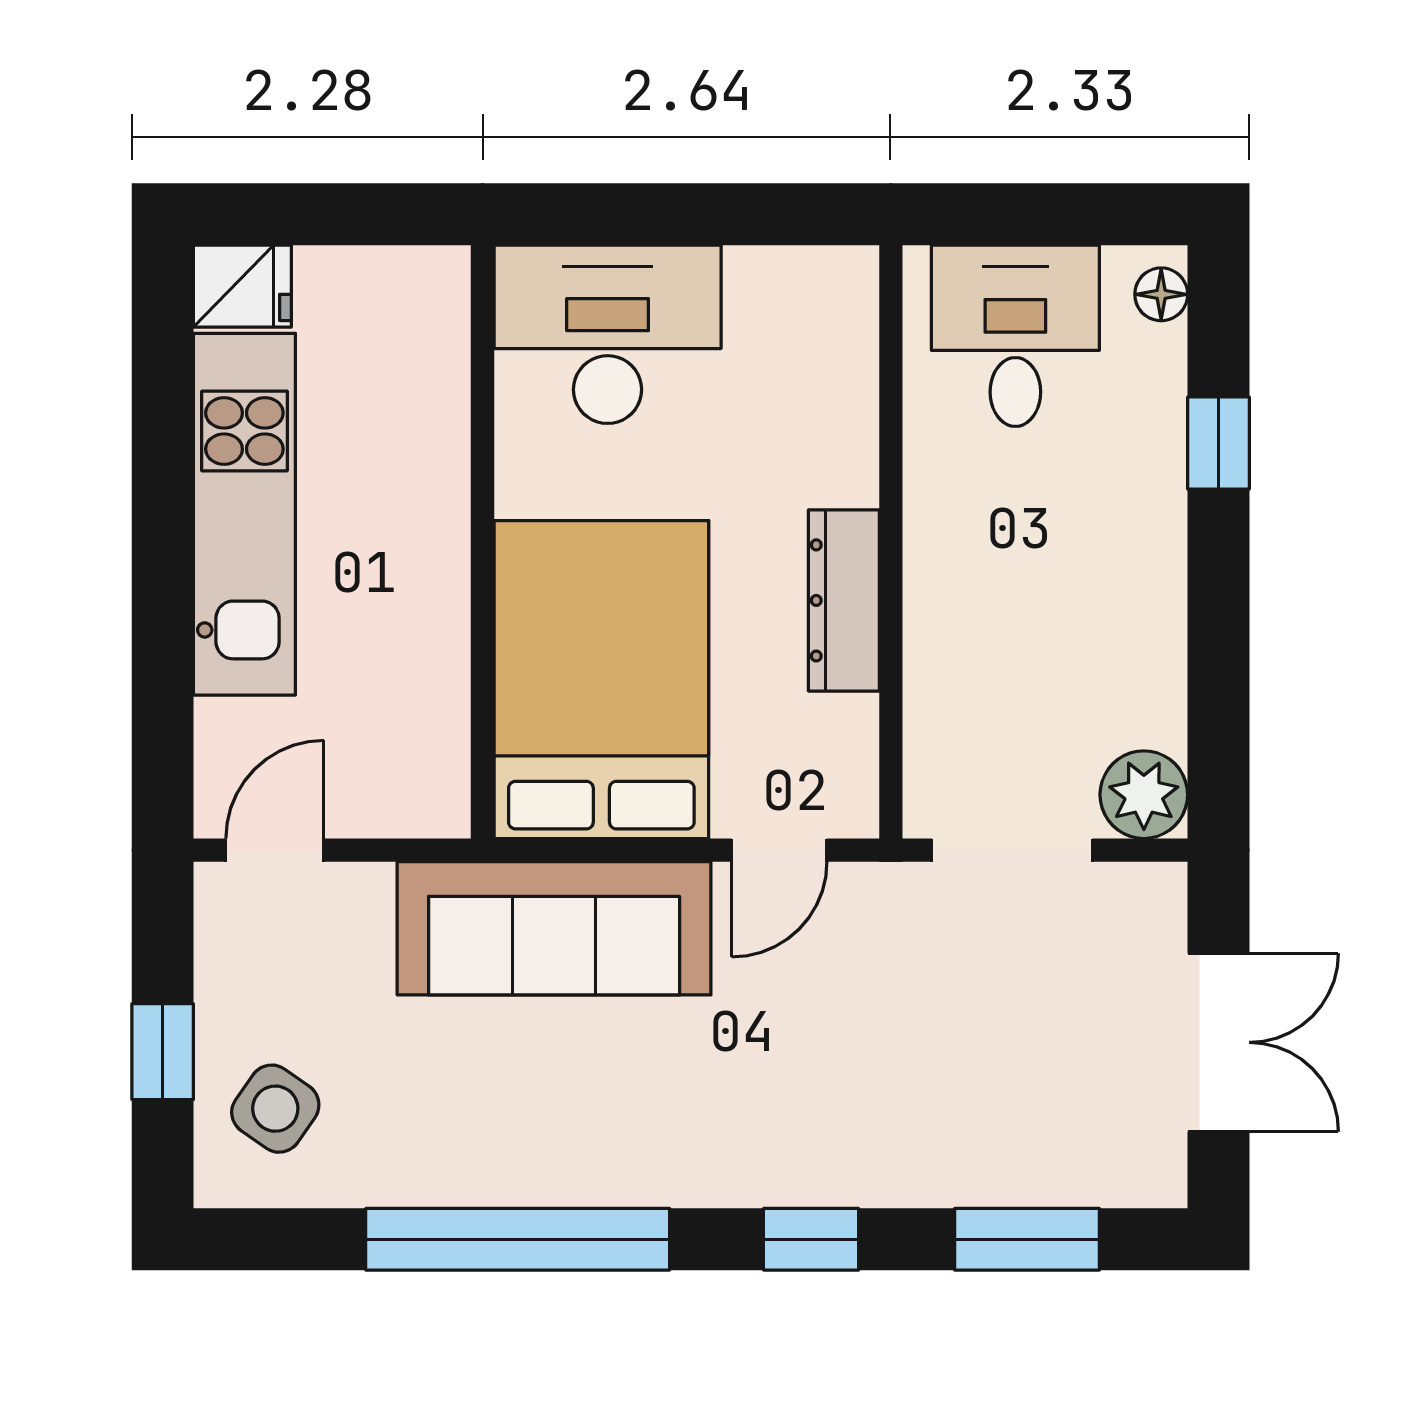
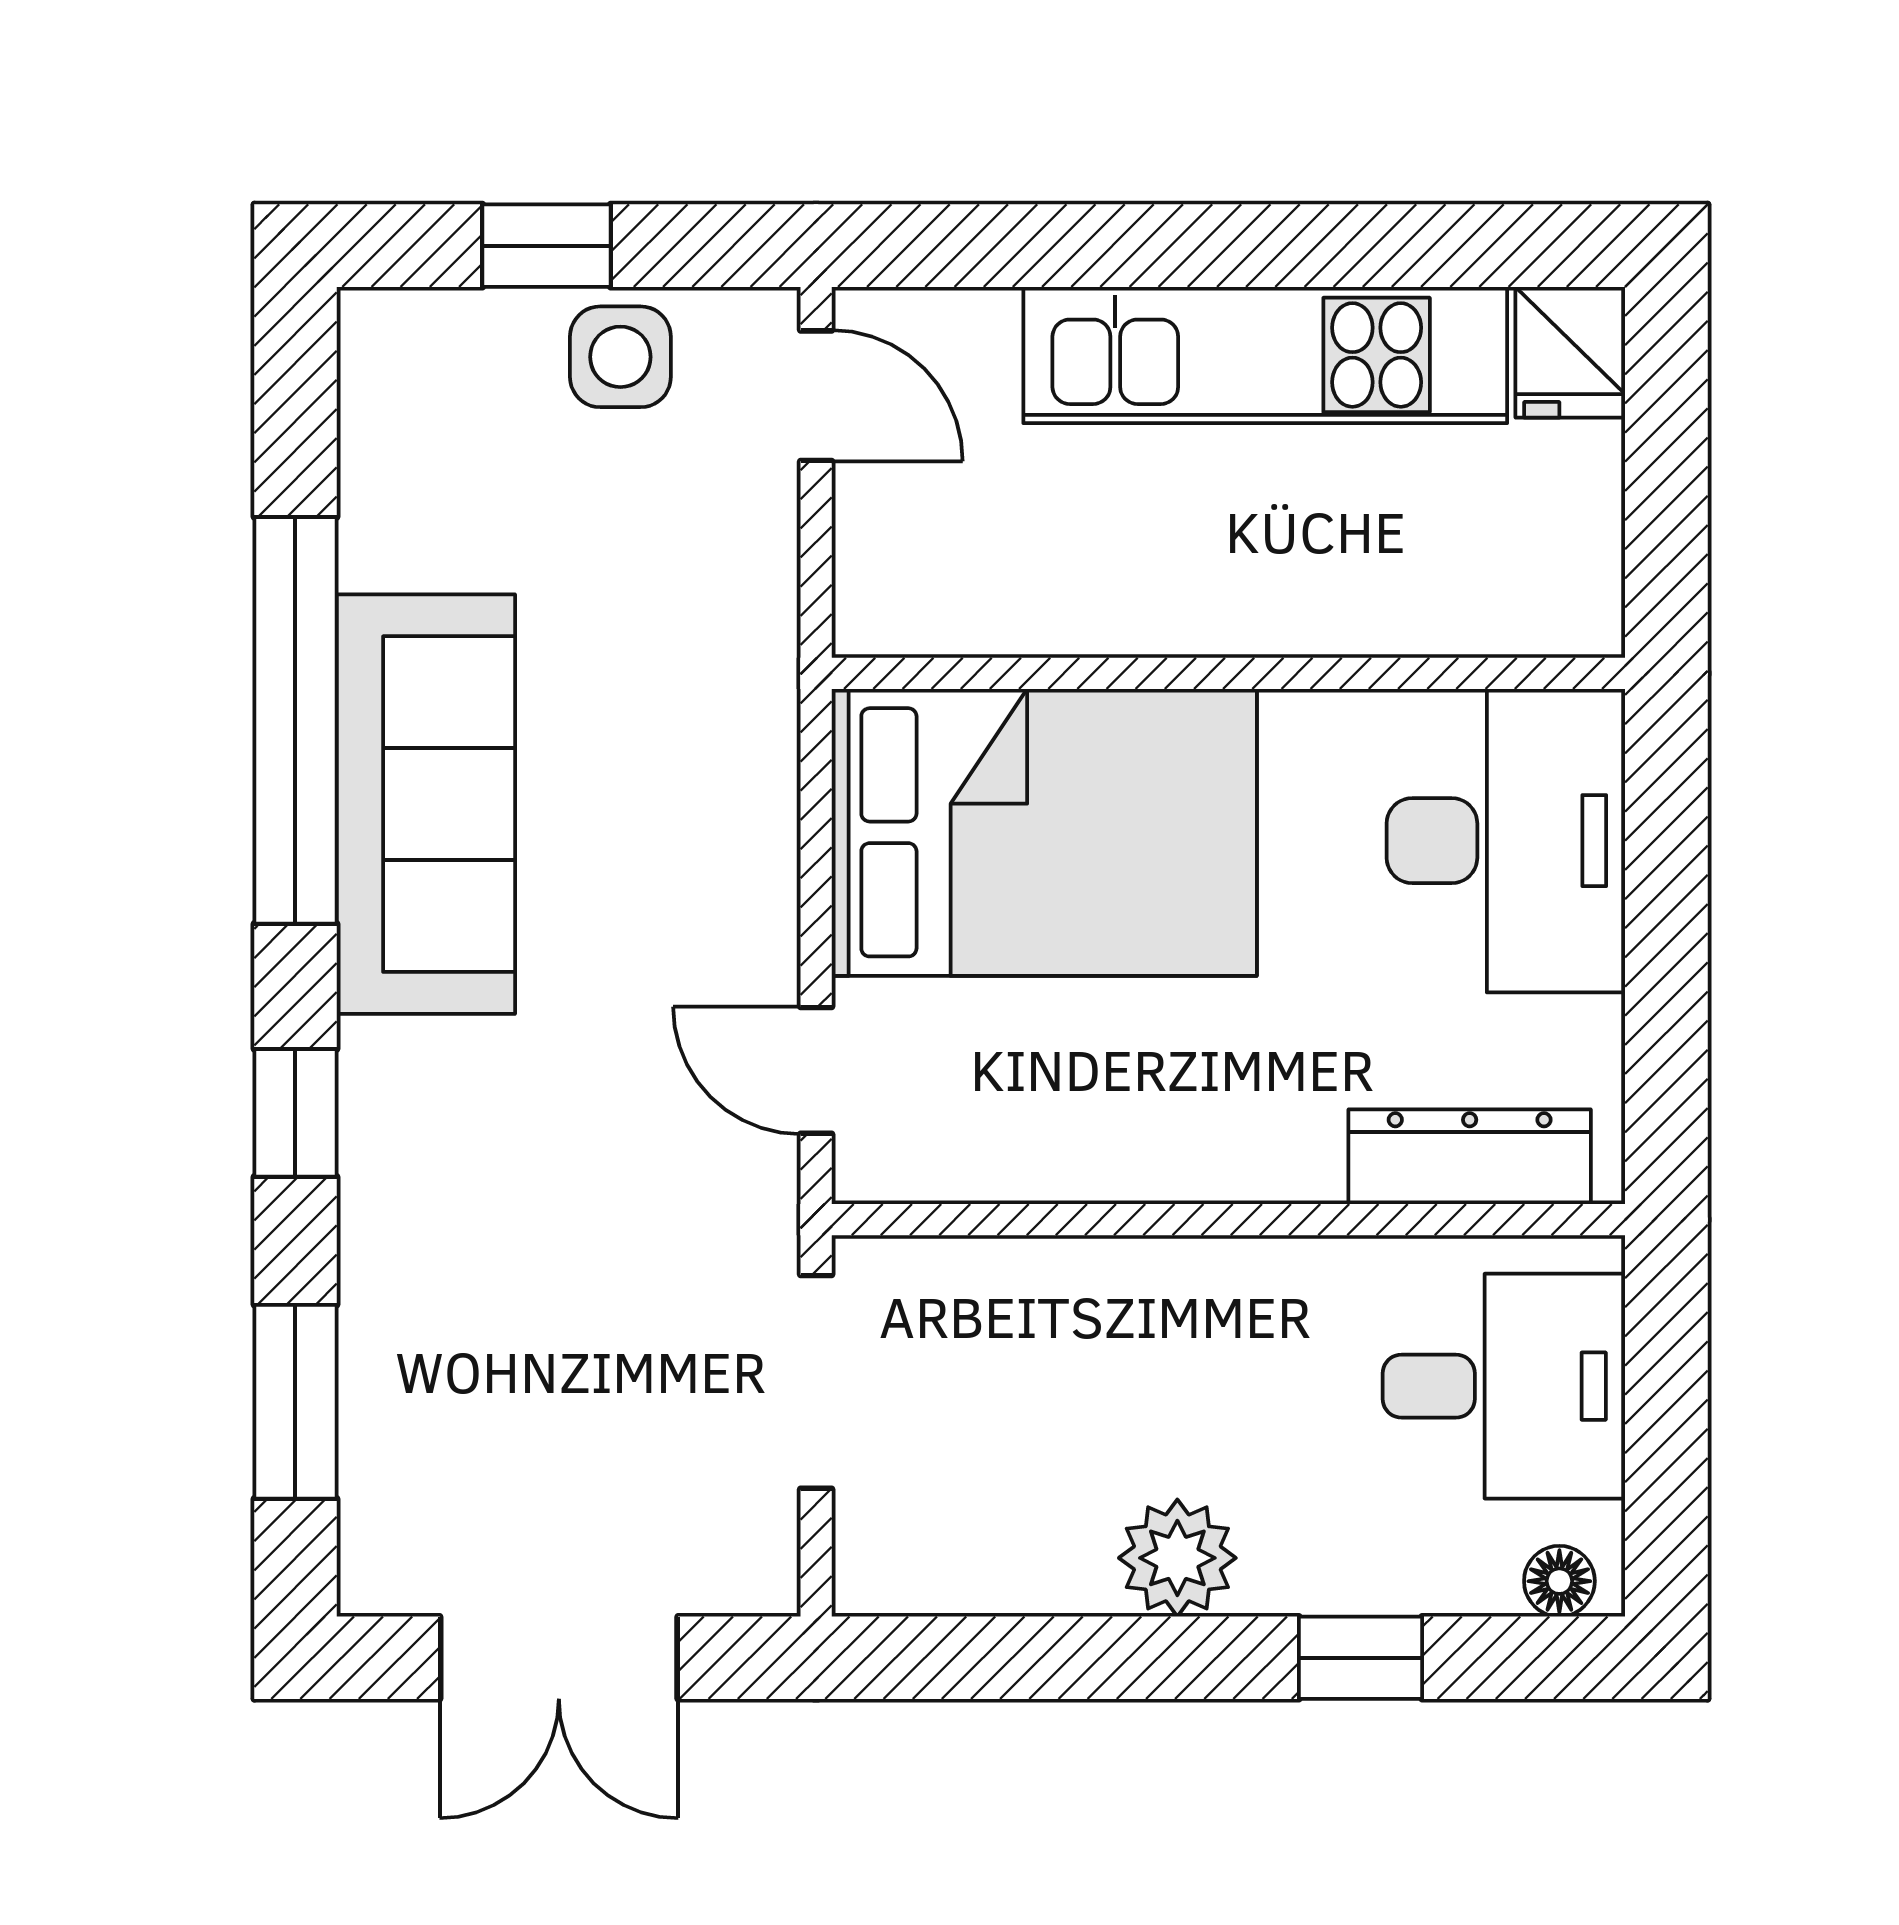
dresser: (844, 600) -> (1470, 1157), moved
plant: (1144, 795) -> (1177, 1558), moved
sofa: (554, 928) -> (426, 804), moved, turned 180
side table: (275, 1109) -> (620, 357), moved, turned -35

